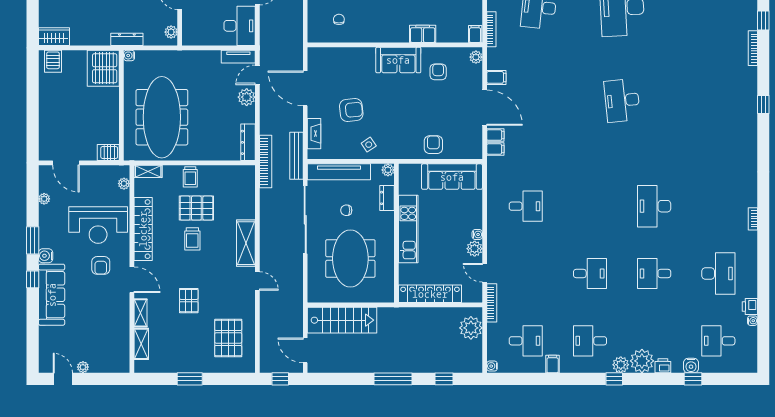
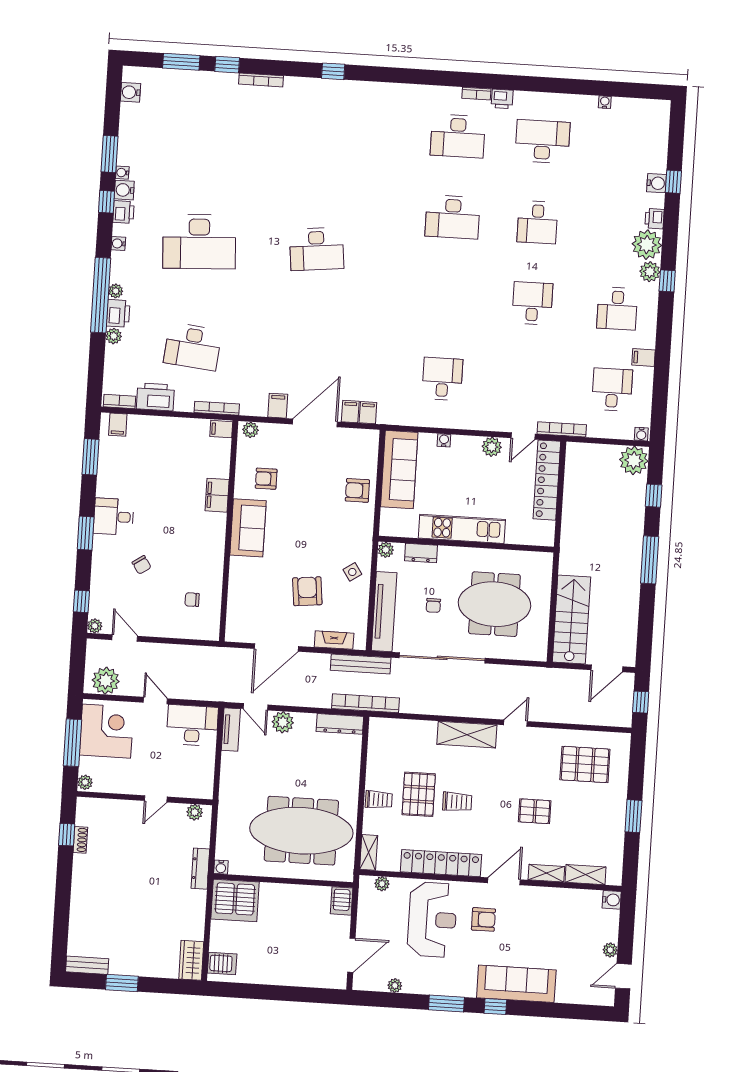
water cooler: (477, 235) -> (444, 440), moved
water cooler: (46, 256) -> (612, 900), moved, turned -90
locker: (430, 294) -> (547, 480), moved
printer: (750, 306) -> (502, 99), moved
plant: (471, 328) -> (634, 460), moved
desk: (718, 341) -> (458, 136), moved, width x1.37

